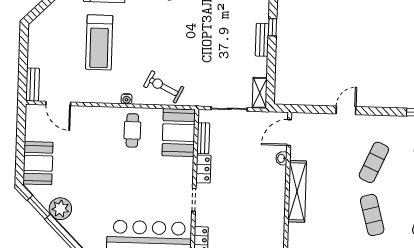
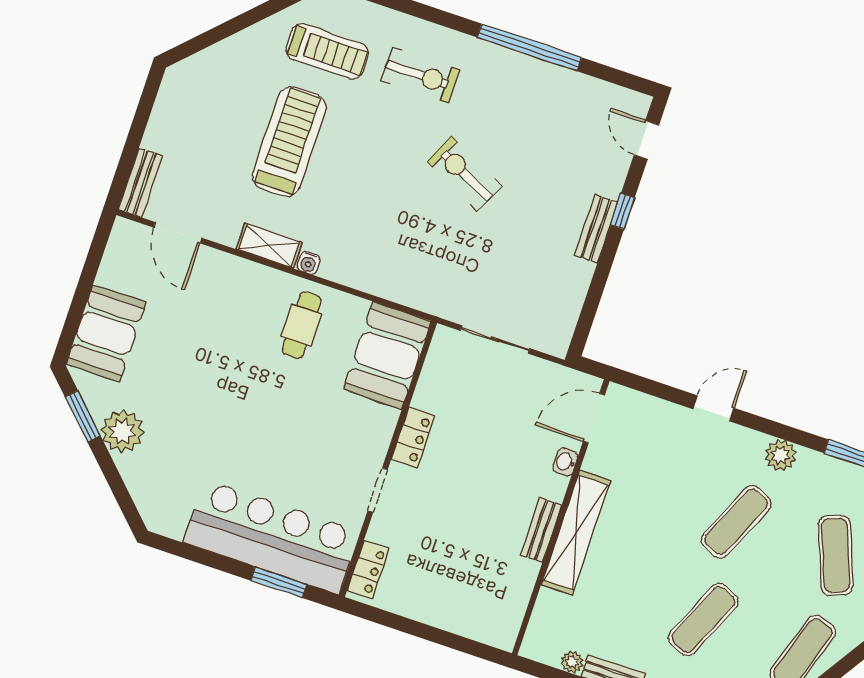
treadmill: (99, 42) -> (289, 142), turned 180
exercise bike: (164, 87) -> (464, 173), moved
shelving: (260, 93) -> (269, 246), moved, turned 90
plant: (386, 123) -> (781, 455), added
bench: (203, 138) -> (541, 530), moved
exercise mat: (372, 215) -> (703, 620), turned 39

